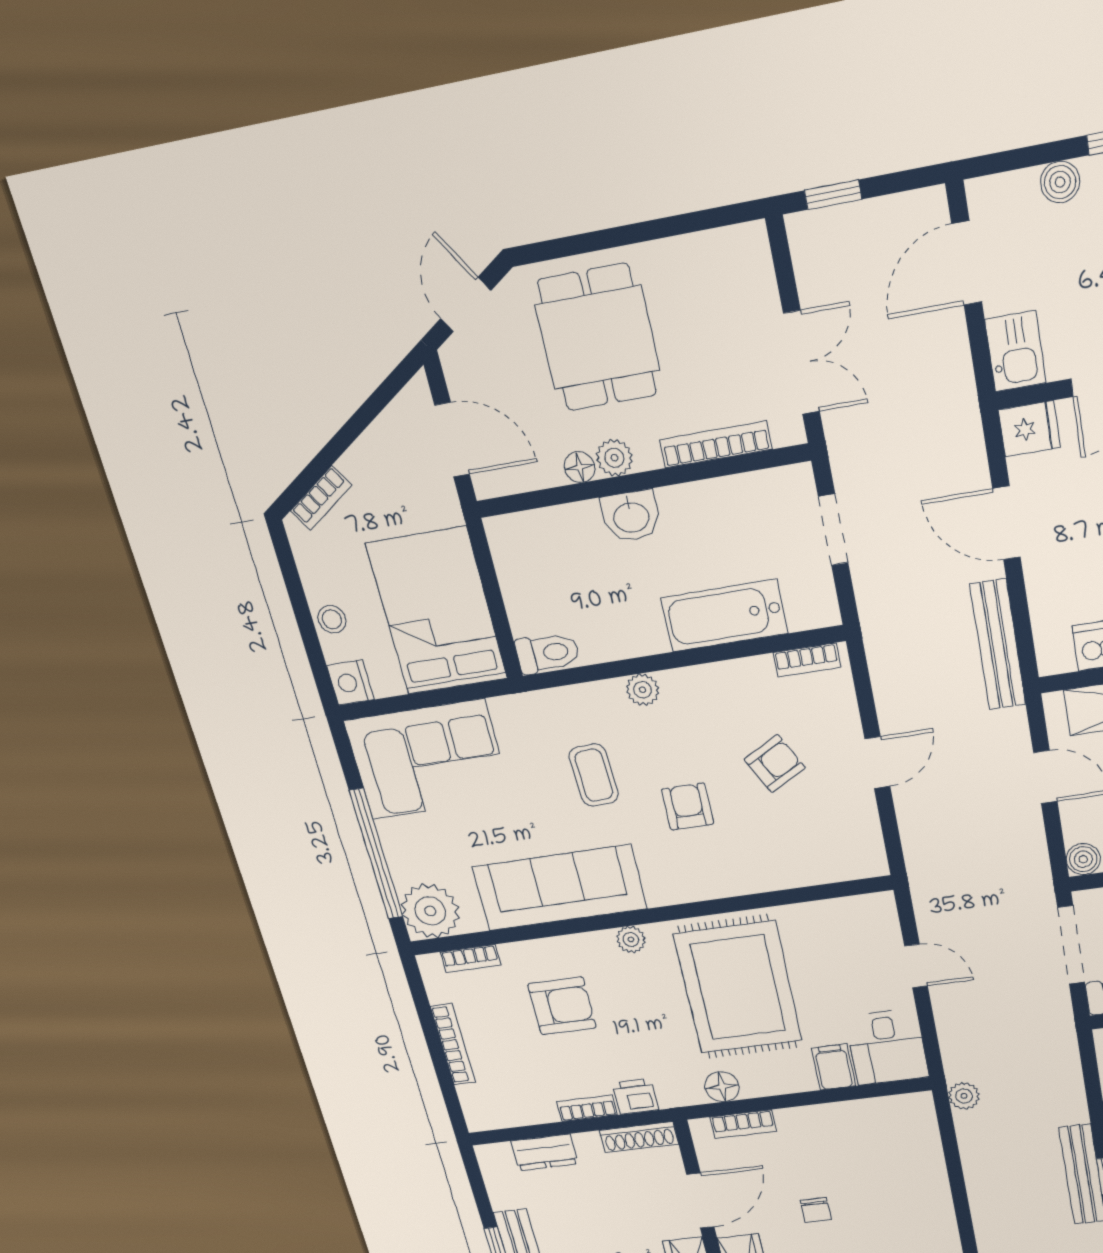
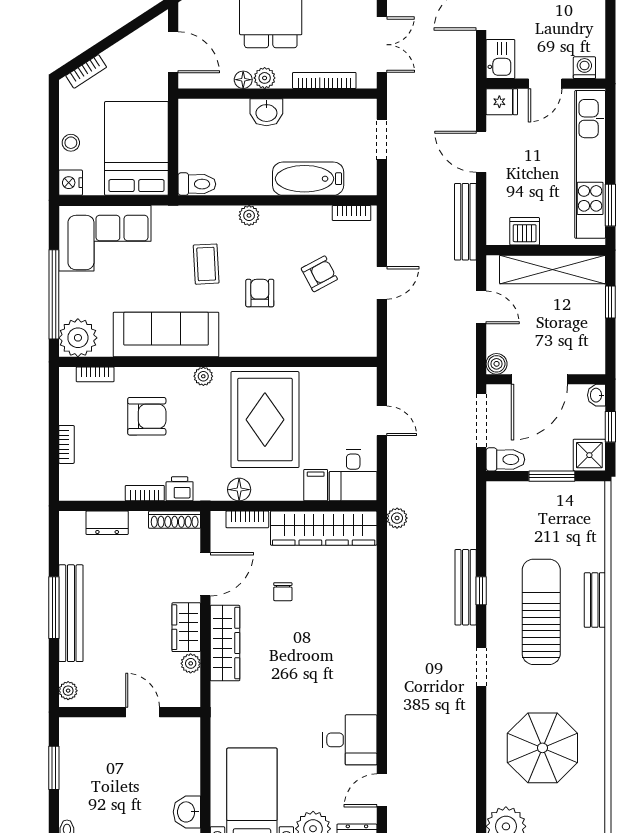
bookcase: (453, 1044) -> (66, 444), width x0.64
wardrobe: (857, 1122) -> (324, 528), added

